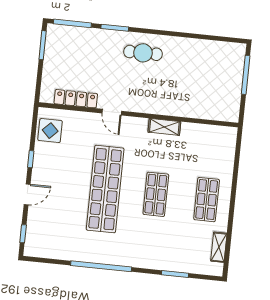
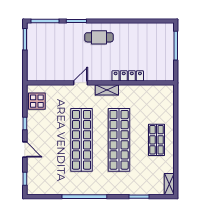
locker: (76, 99) -> (128, 76), moved
door: (112, 112) -> (81, 83), swing flipped
shelving: (164, 127) -> (107, 90), moved
door: (27, 194) -> (25, 150), hinge flipped
shop shelf: (156, 194) -> (119, 140), width x2.00, depth x1.36
shelving: (219, 247) -> (169, 184), moved

